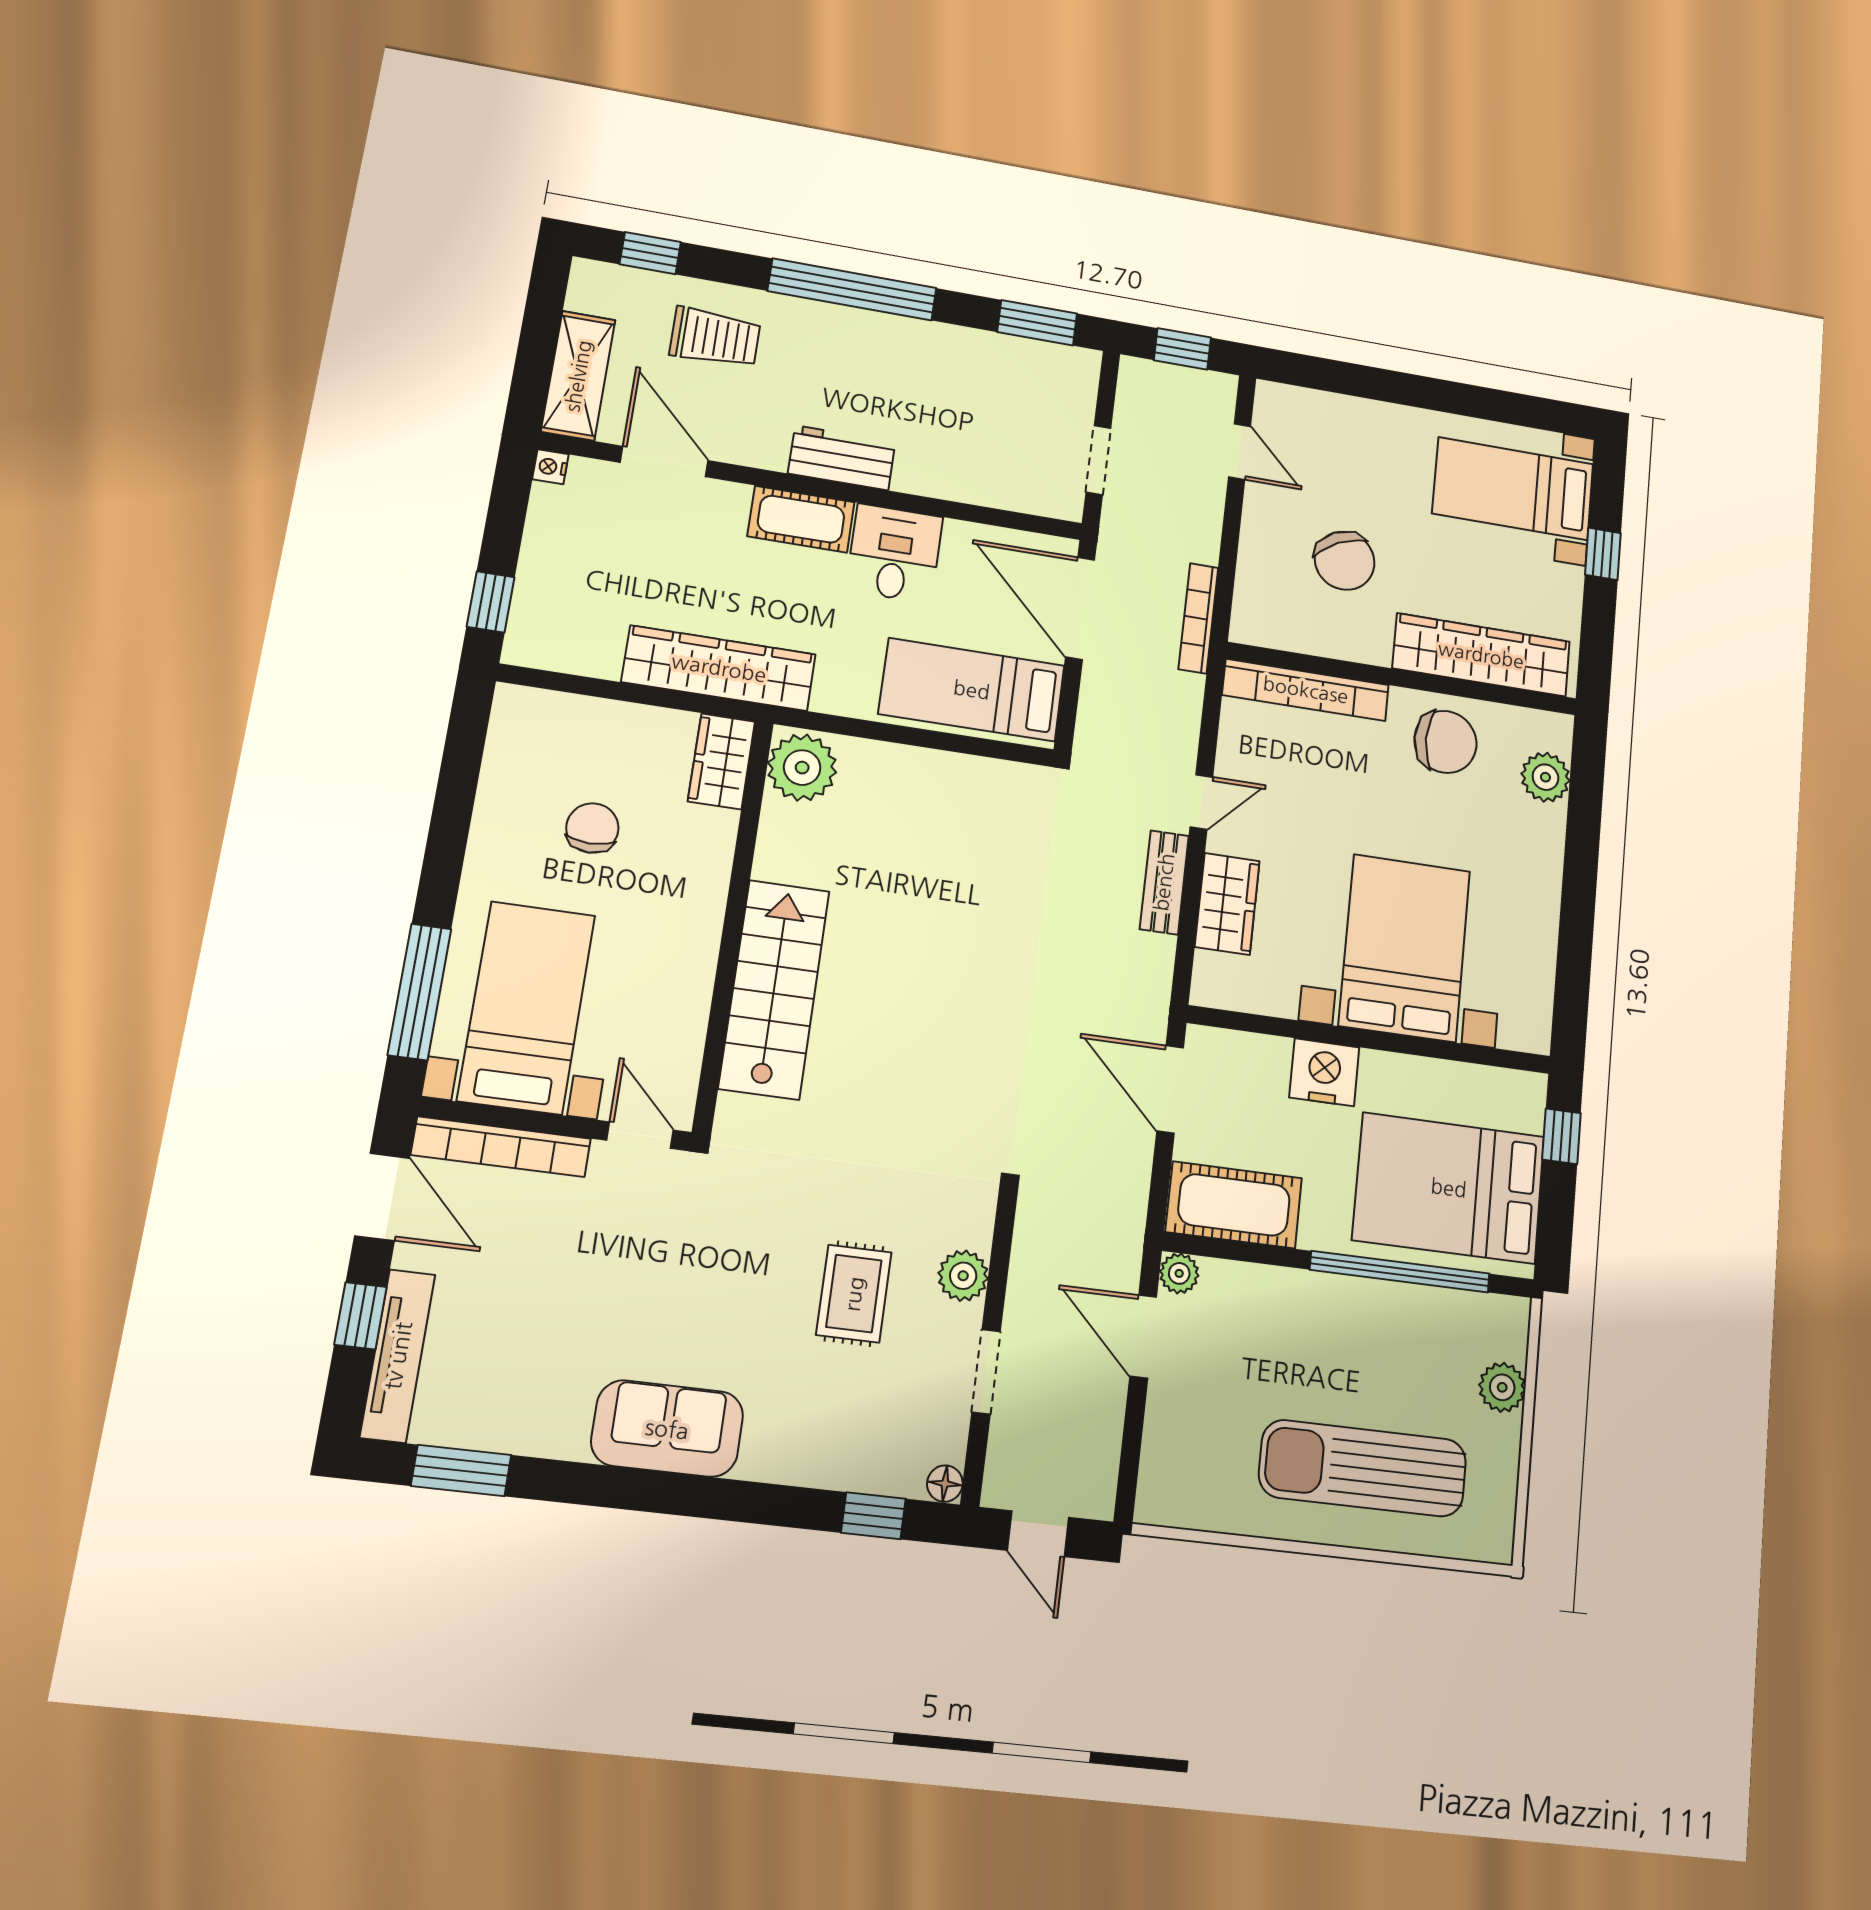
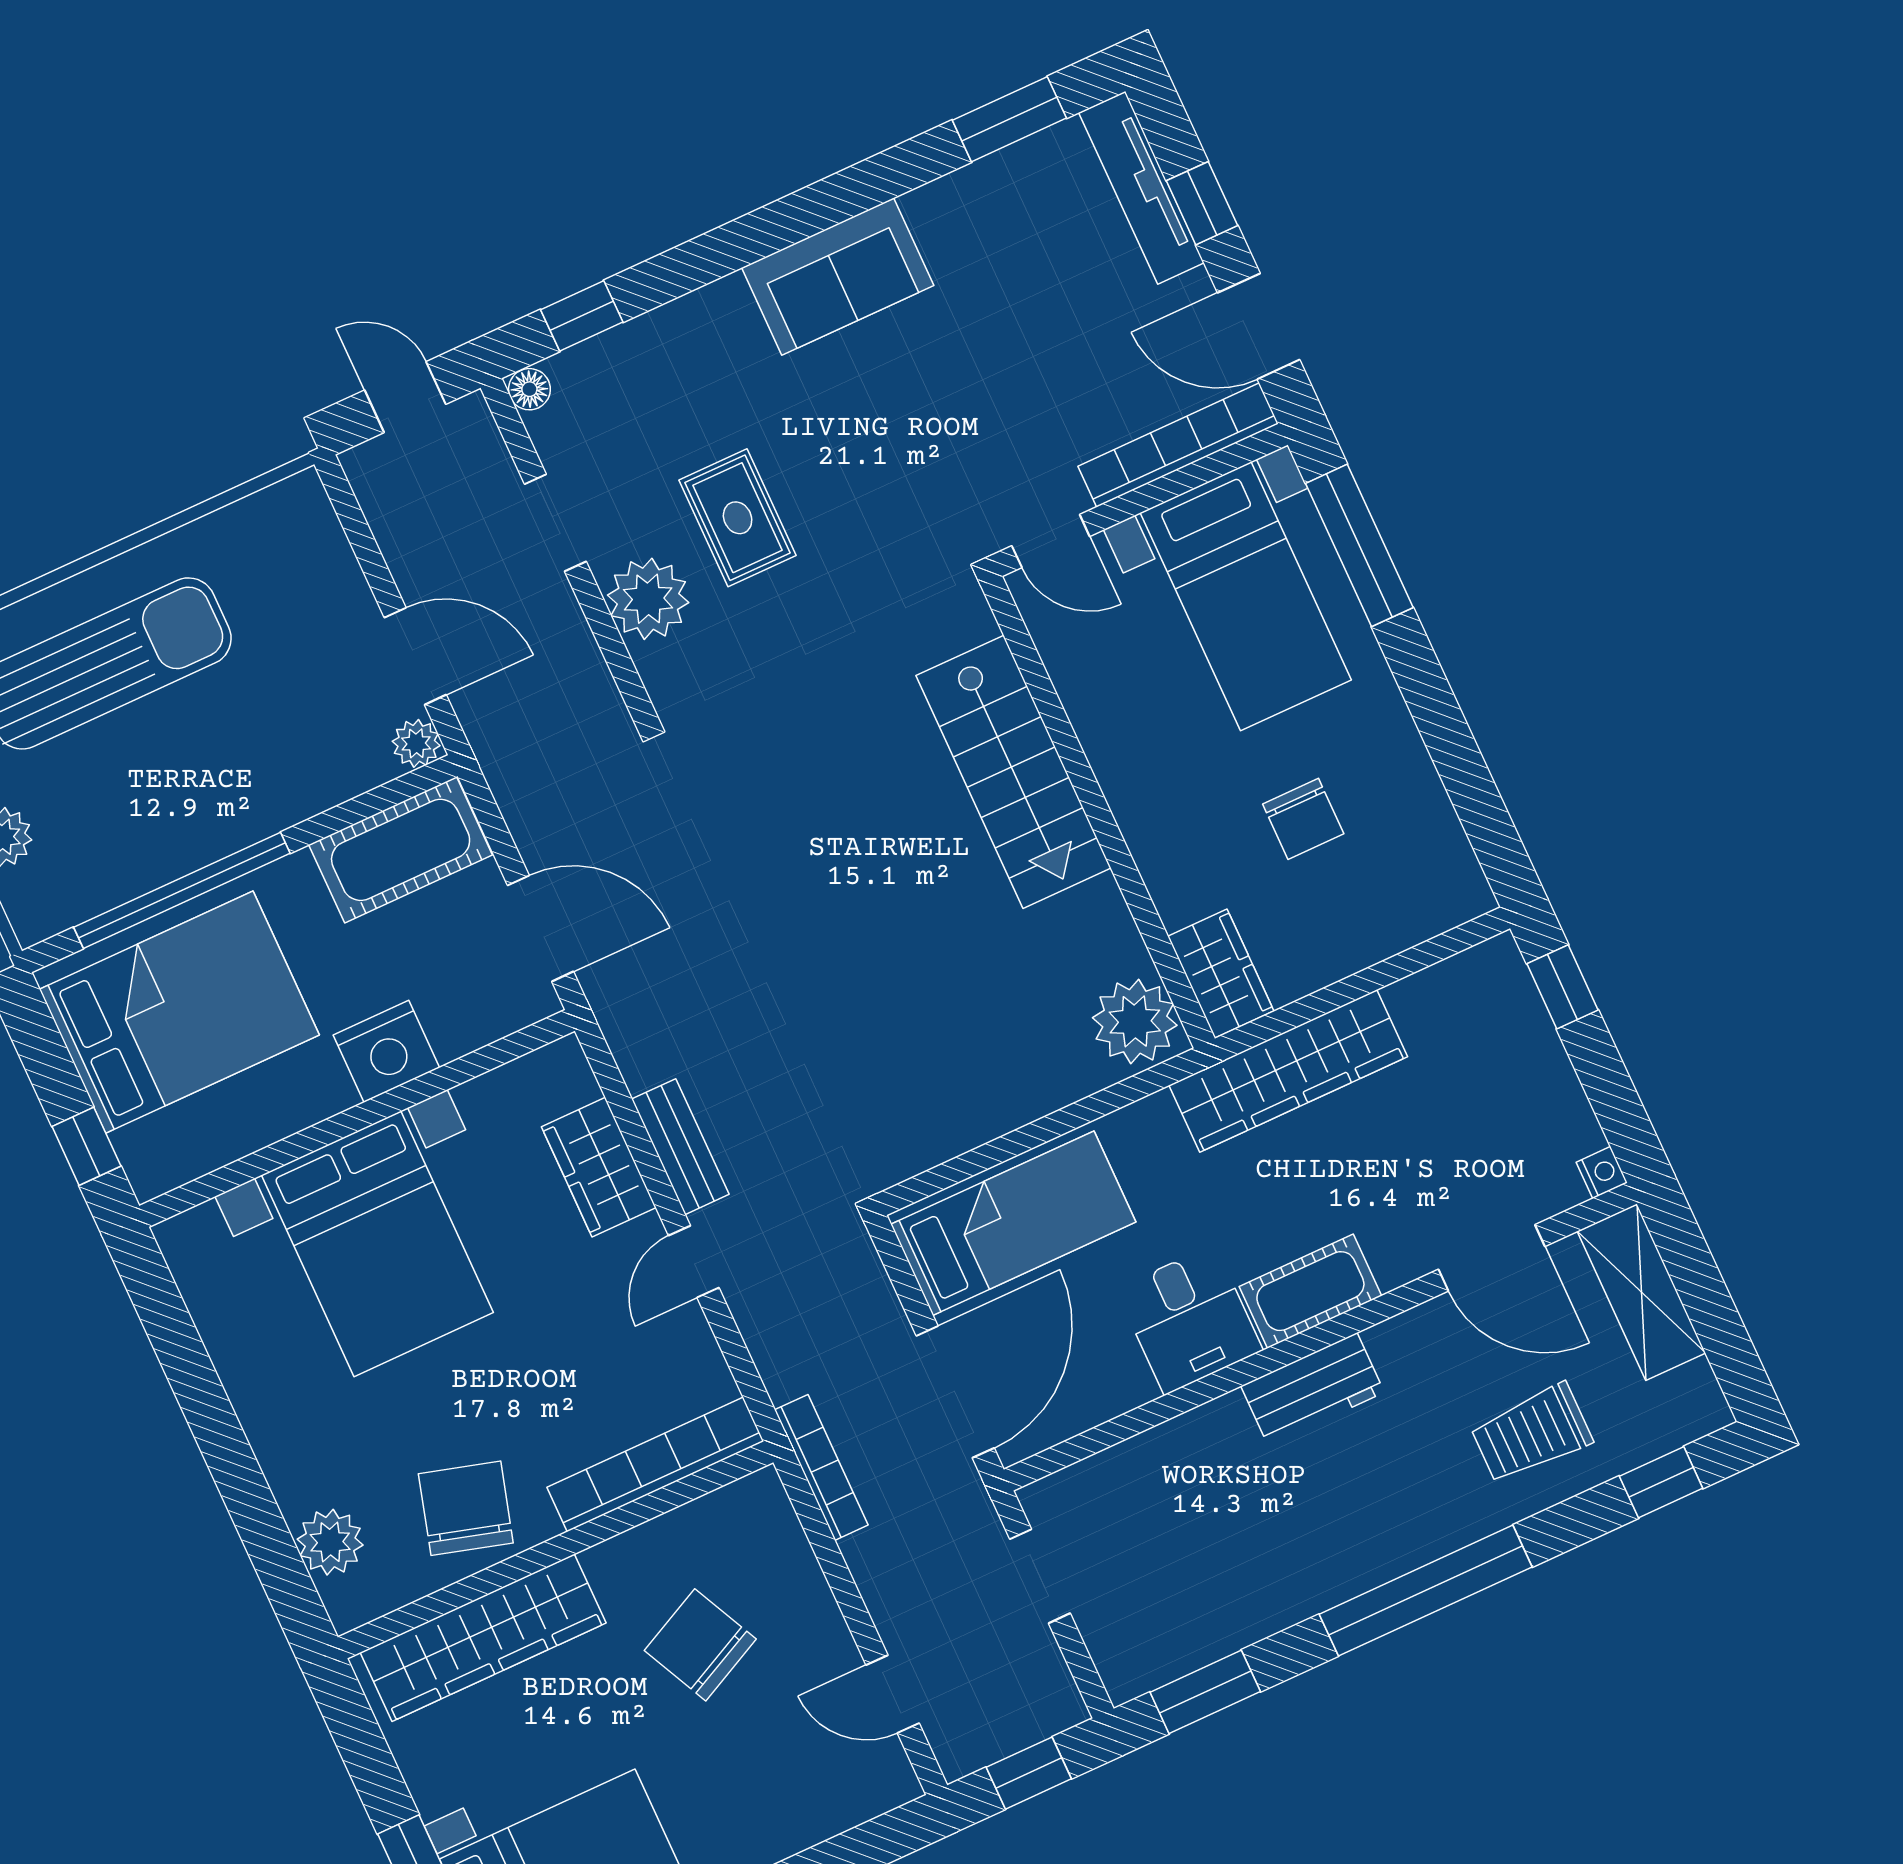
door: (1080, 608) -> (955, 1392), hinge flipped
chair: (1445, 742) -> (466, 1508), turned 106
plant: (963, 1276) -> (648, 599), width x1.36, depth x1.36

